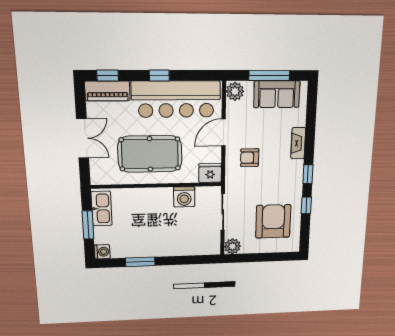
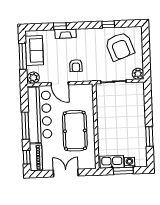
window: (159, 75) -> (25, 126), width x2.17
fridge: (210, 173) -> (87, 91), removed
window: (308, 174) -> (60, 26), moved
washing machine: (184, 197) -> (103, 108), removed
armchair: (273, 221) -> (120, 47), turned -110
washing machine: (102, 252) -> (129, 162), moved

